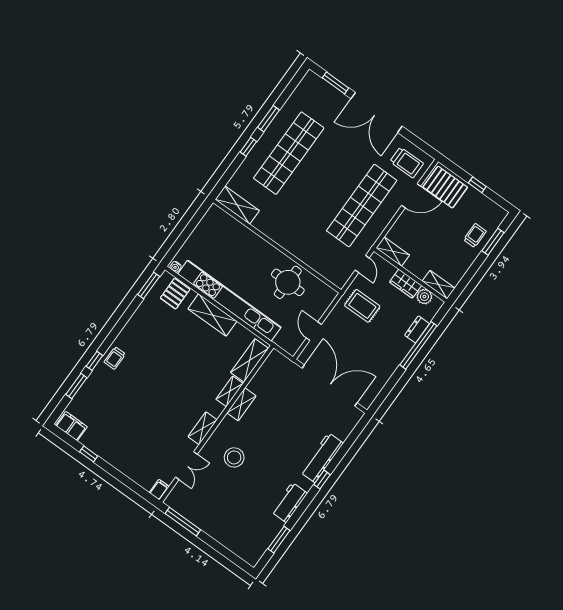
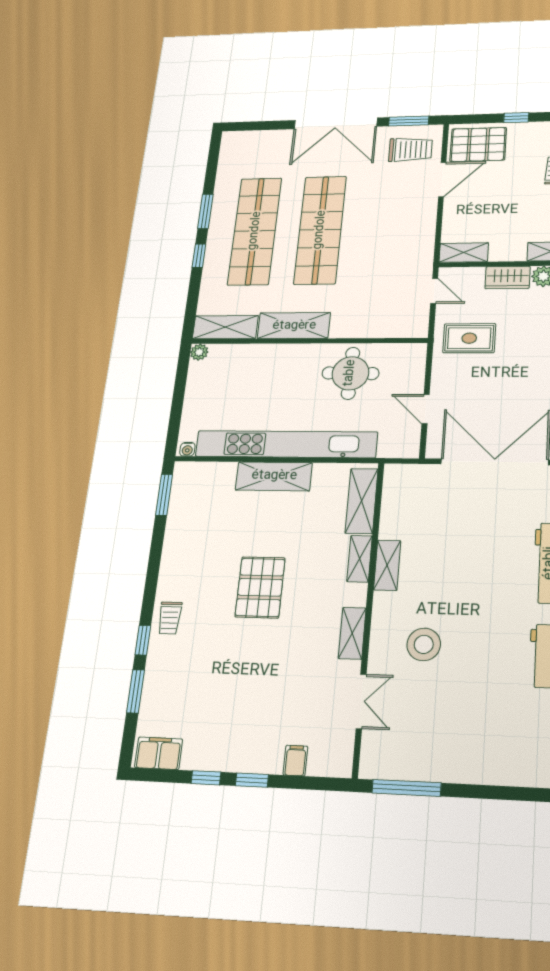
window: (335, 83) -> (409, 121), moved
shop shelf: (362, 206) -> (320, 230), moved
plant: (214, 211) -> (199, 352), added
shelving: (275, 231) -> (294, 326), added
pallet: (175, 294) -> (260, 587), moved, width x1.50, depth x1.42
window: (111, 470) -> (252, 780), added
filing cabinet: (159, 490) -> (295, 761), moved

